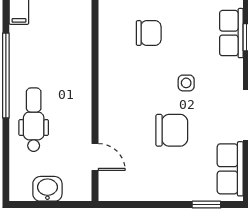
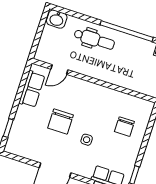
row of seats: (230, 169) -> (32, 89), moved, turned 90
washbasin: (47, 189) -> (57, 19), moved, turned 90

